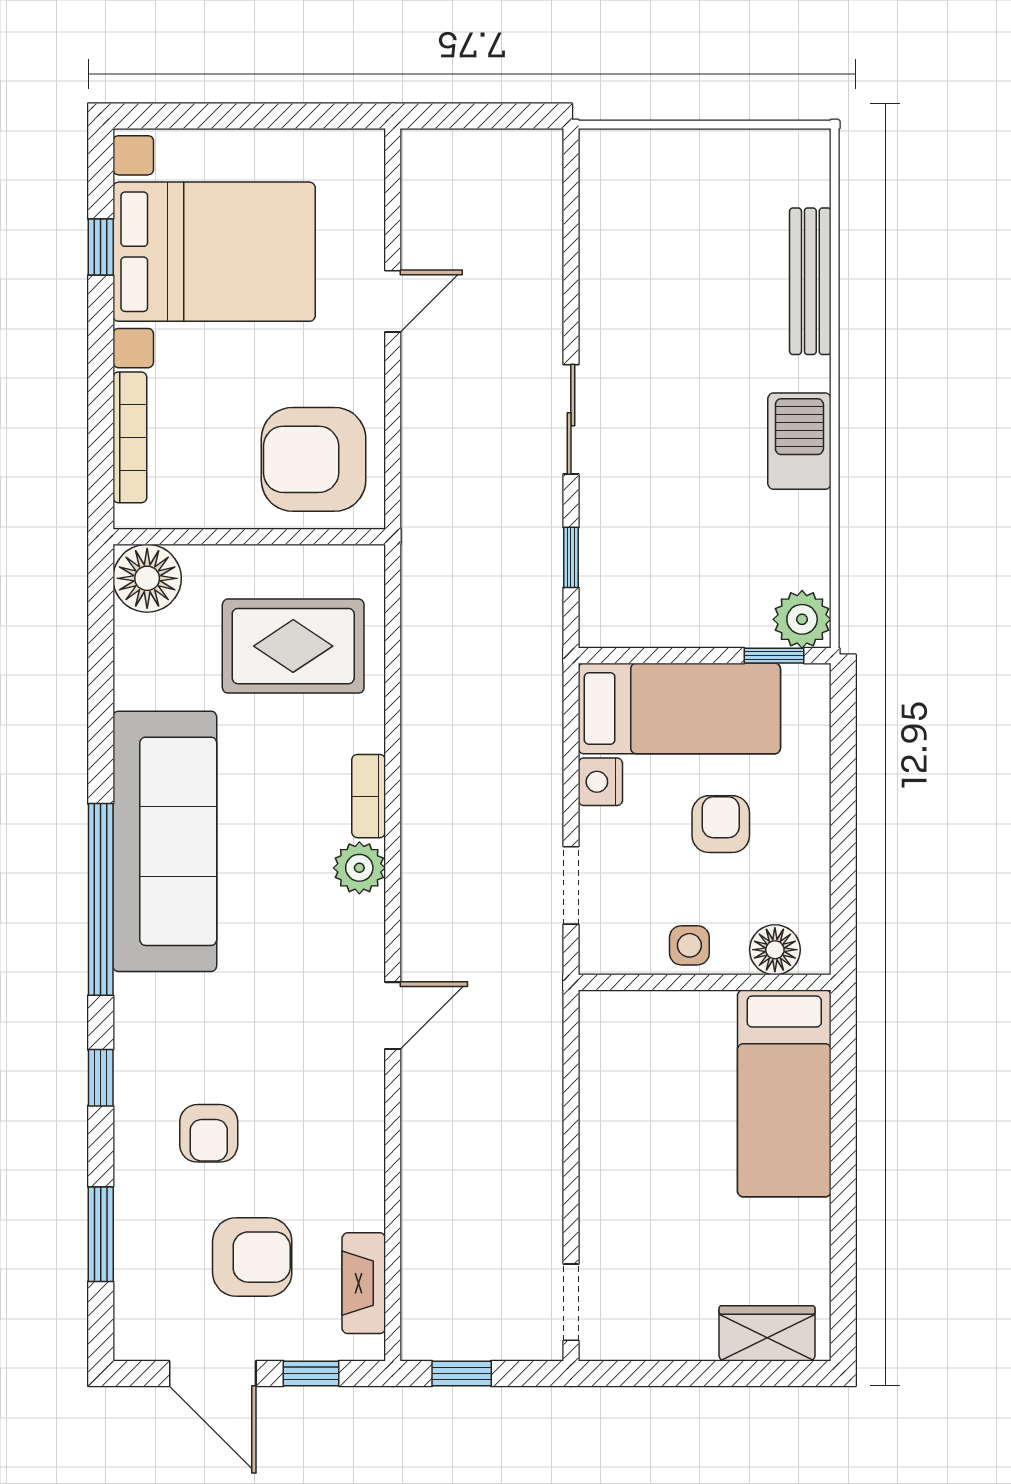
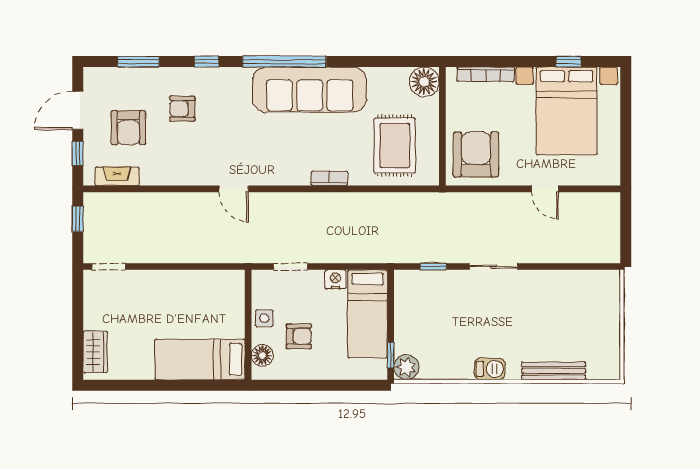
barbecue: (799, 441) -> (490, 369), width x0.73, depth x0.79
armchair: (721, 824) -> (299, 336), moved
plant: (359, 868) -> (298, 174), removed

